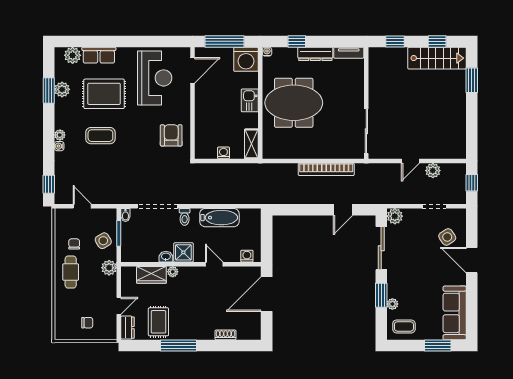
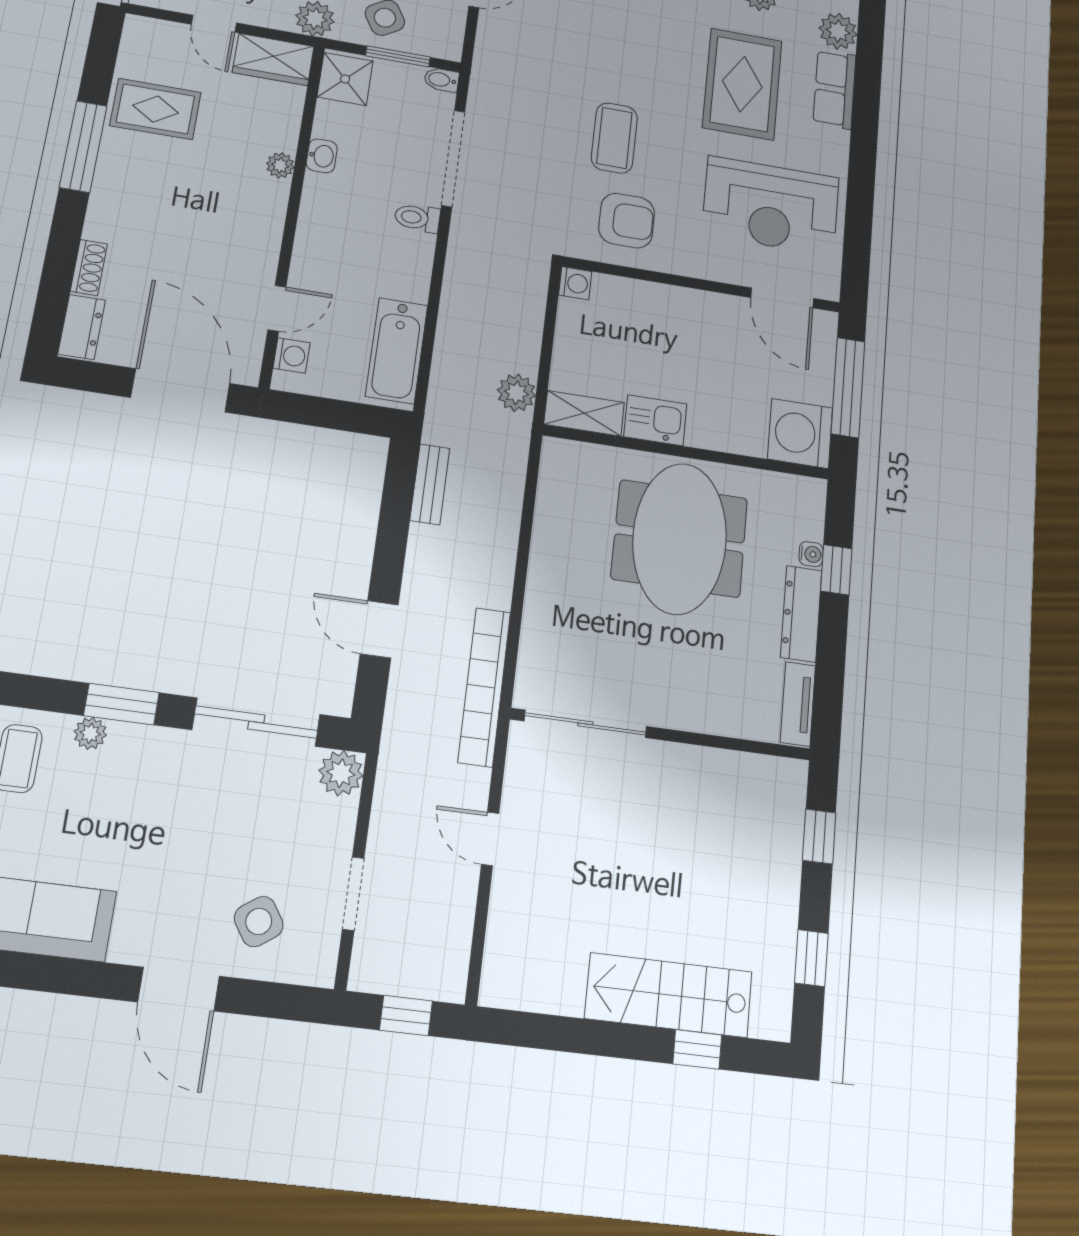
water cooler: (267, 52) -> (811, 554), moved
stairs: (437, 58) -> (669, 995), moved, turned 90
window: (472, 80) -> (697, 1049), width x0.67
kitchen sink: (250, 100) -> (655, 420), moved
coffee table: (100, 136) -> (614, 138), moved
washing machine: (223, 153) -> (575, 283), moved
bookcase: (326, 169) -> (484, 687), moved
plant: (433, 171) -> (516, 393), moved
bench: (287, 199) -> (430, 484), added
bathtub: (219, 218) -> (397, 351), moved
shower: (183, 252) -> (345, 79), moved
door: (472, 260) -> (179, 989), swing flipped
door: (214, 264) -> (277, 308), moved
wardrobe: (151, 275) -> (273, 60), moved, turned -90
dresser: (128, 328) -> (82, 327), moved, turned -90

